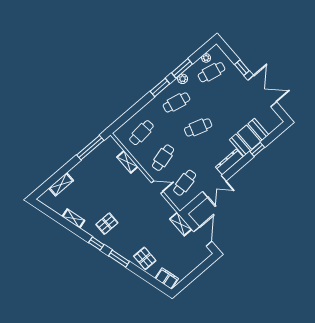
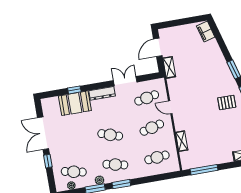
pallet: (145, 258) -> (213, 57), removed

